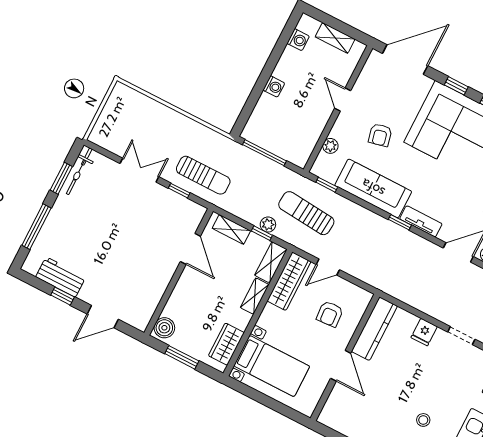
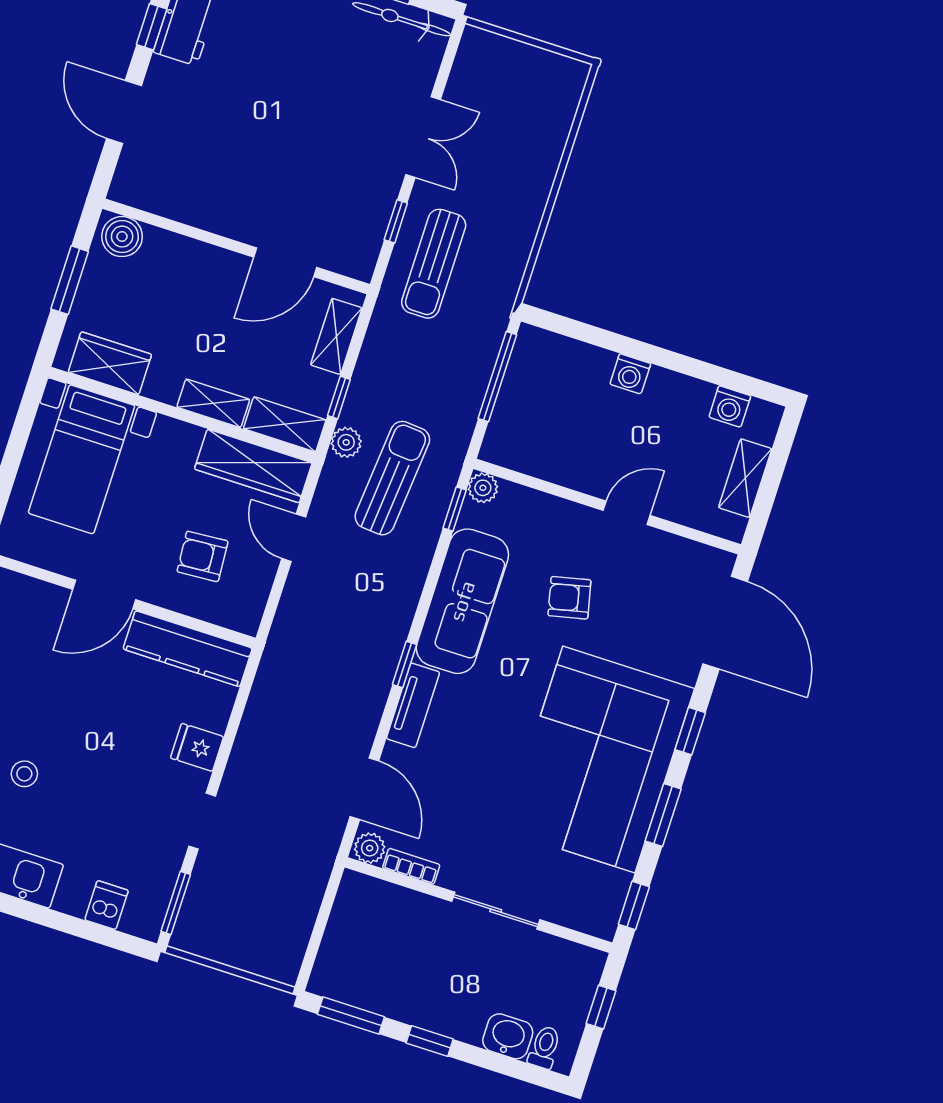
plant: (330, 146) -> (483, 488), moved
plant: (268, 225) -> (346, 442), moved

